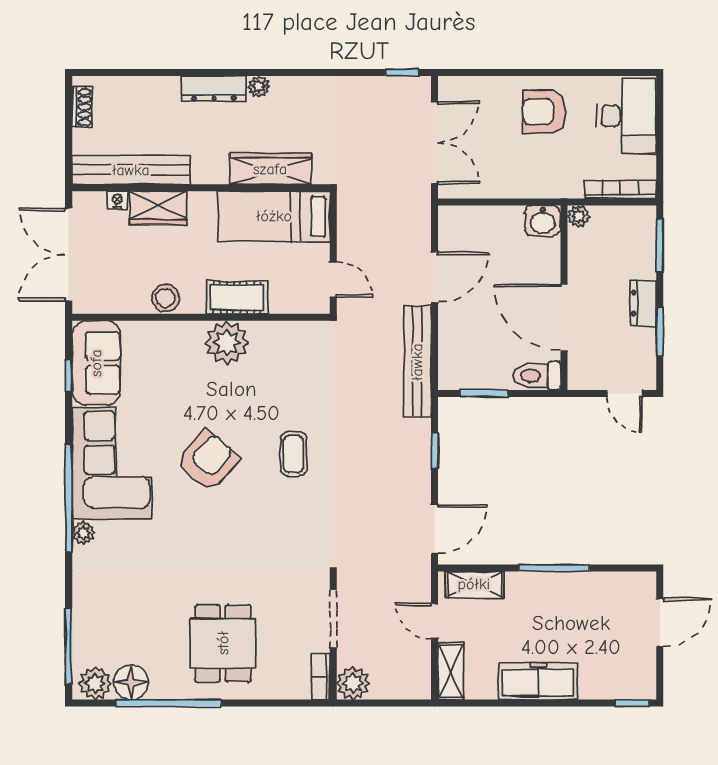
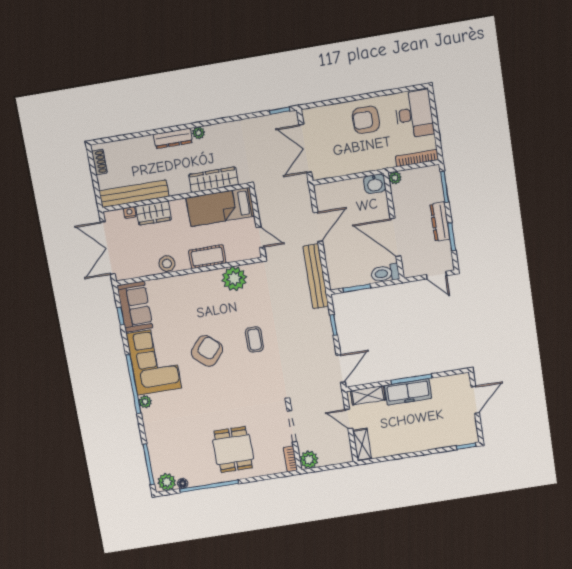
double door: (435, 142) -> (305, 149), swing flipped
dresser: (644, 303) -> (440, 222), width x1.44
plant: (227, 343) -> (234, 279), moved
freezer: (538, 681) -> (408, 392), moved, turned 180
floor lamp: (131, 682) -> (183, 483), width x0.53, depth x0.53

